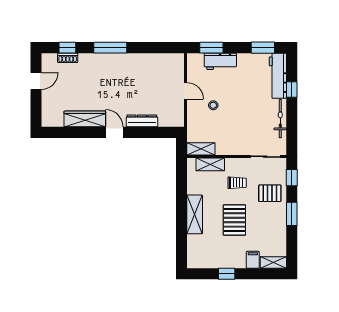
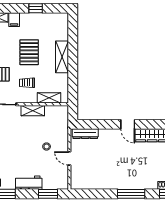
workbench: (220, 61) -> (29, 183), moved
dresser: (142, 121) -> (85, 134), moved
shelving: (201, 149) -> (33, 111), moved

